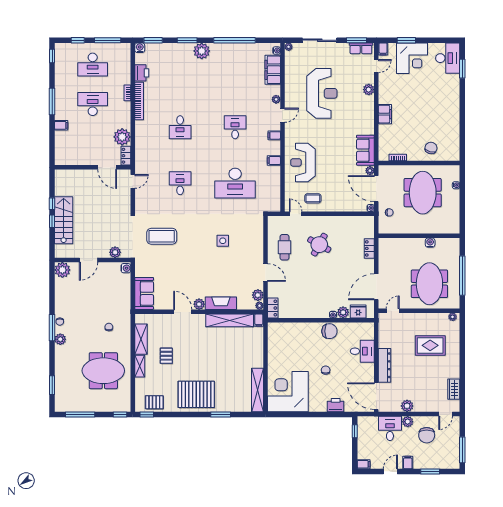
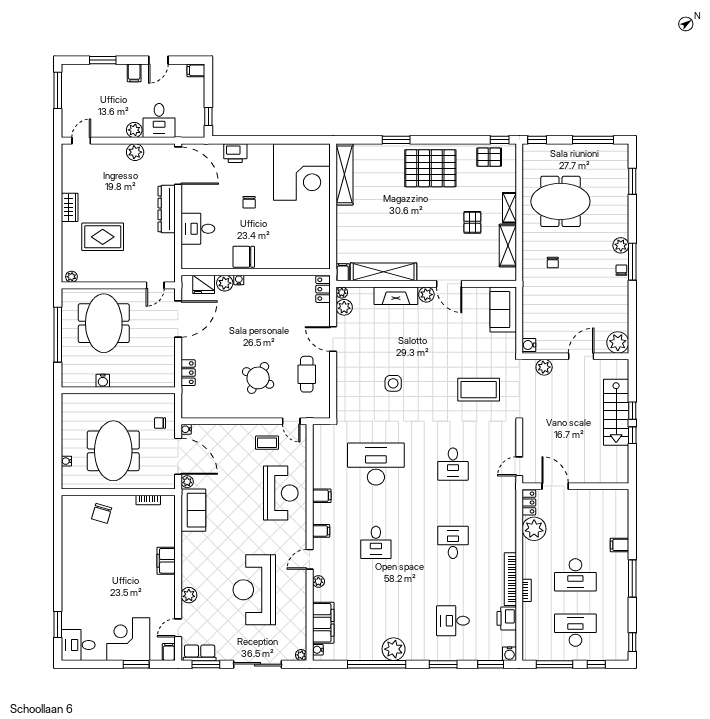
plant: (202, 51) -> (394, 649), moved
desk: (448, 58) -> (78, 645), width x0.73
desk: (180, 71) -> (453, 621), added
wardrobe: (454, 389) -> (70, 207), moved
chair: (427, 435) -> (108, 111), removed

